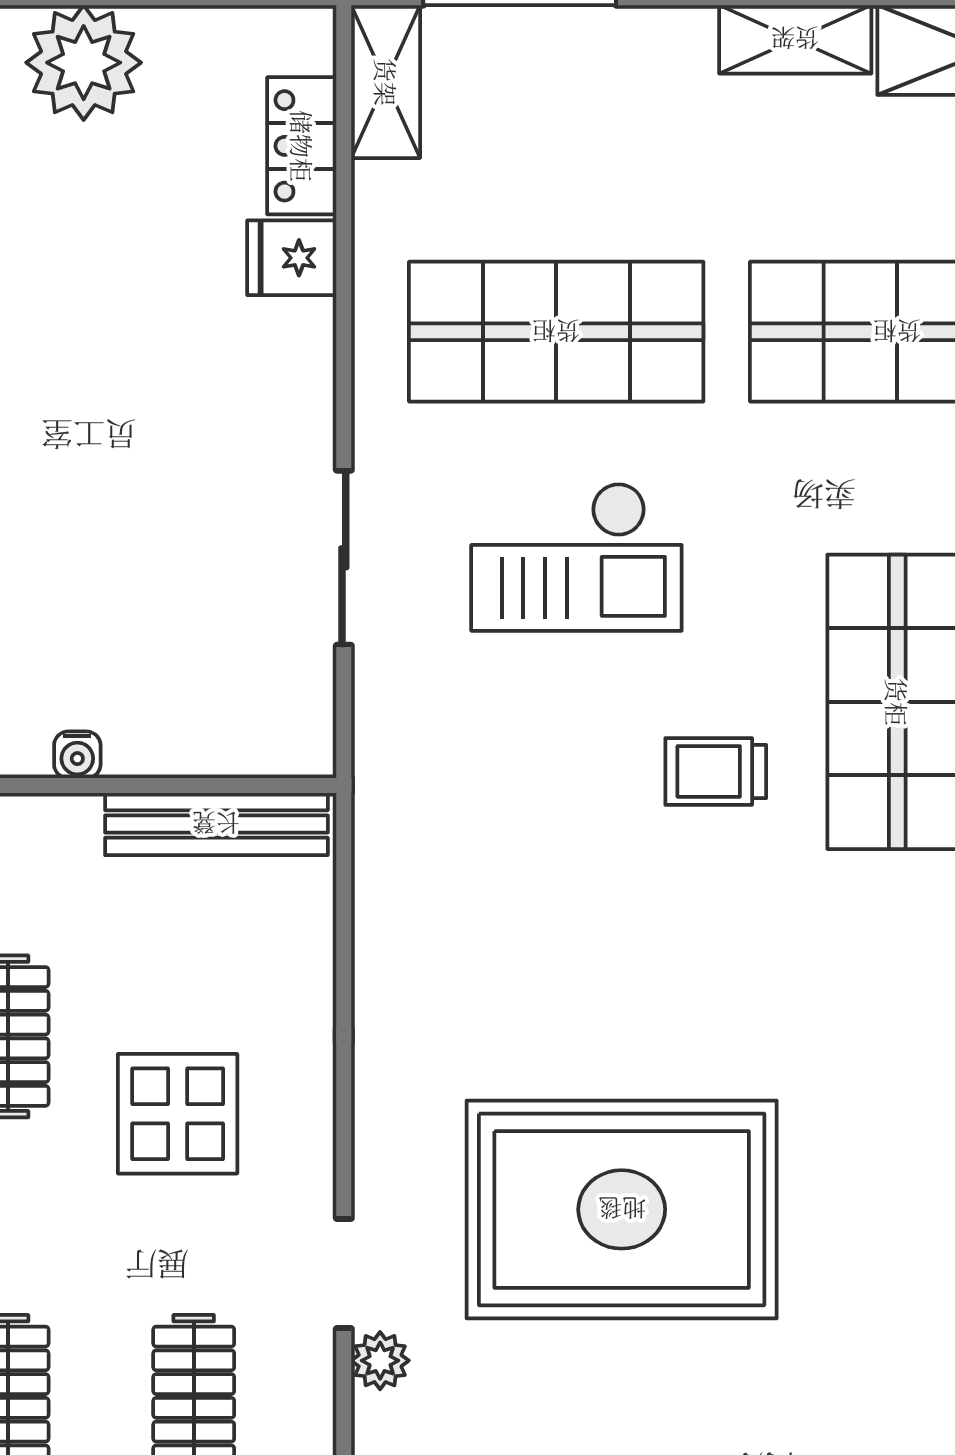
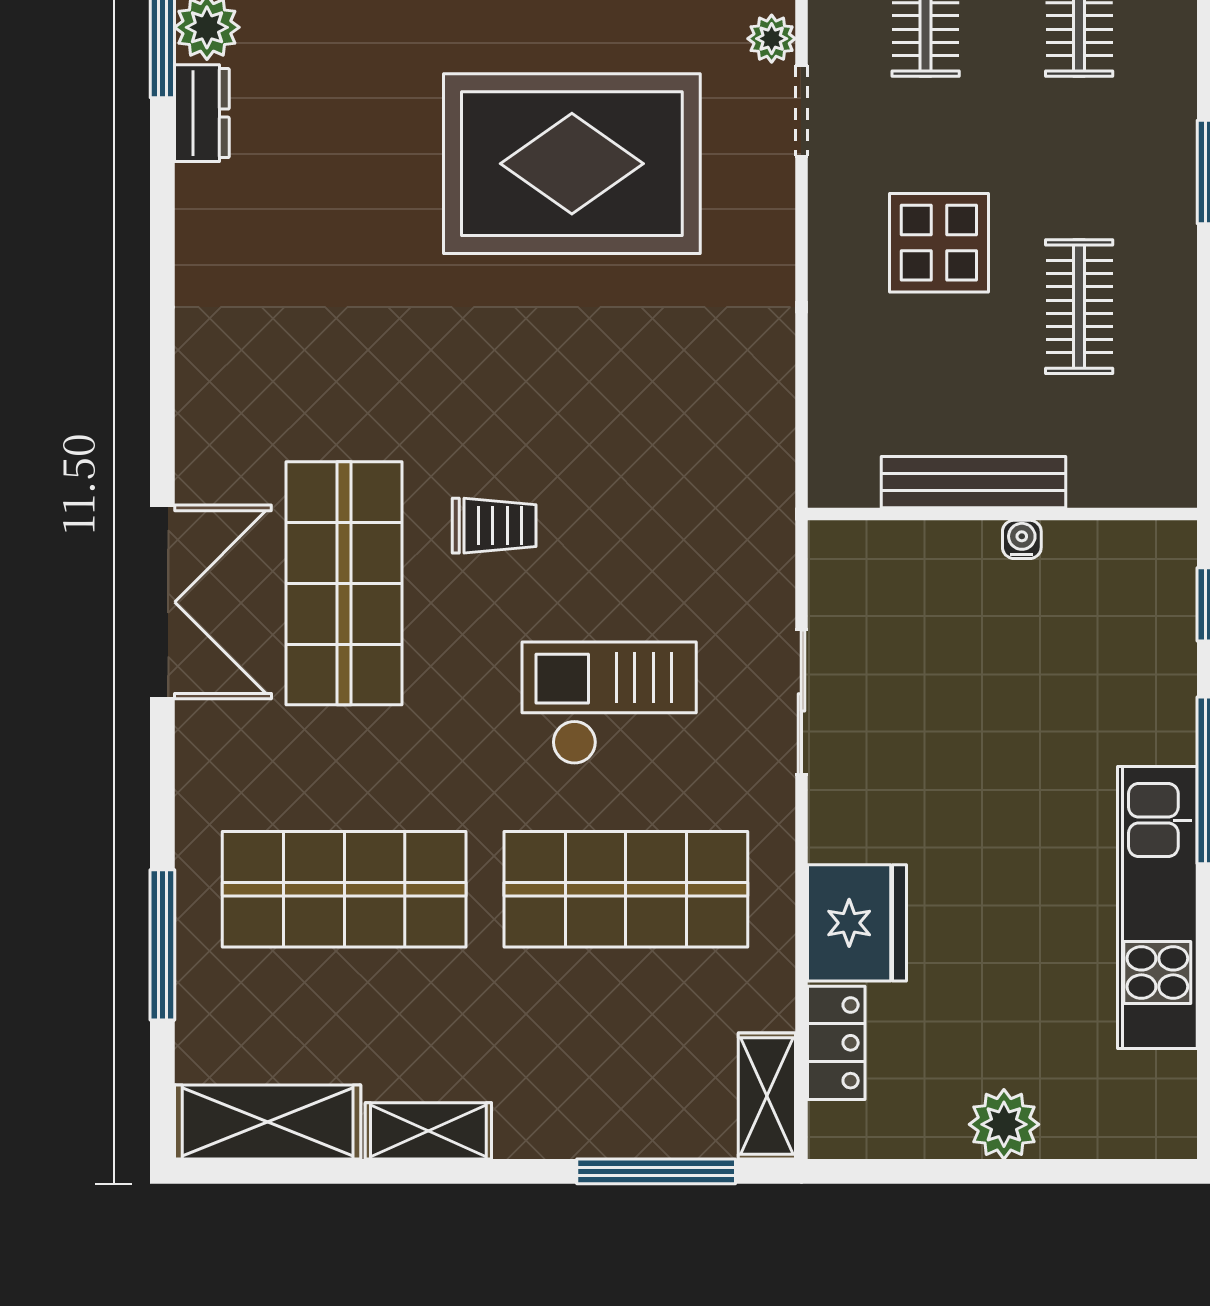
plant: (84, 63) -> (1004, 1124), width x0.73, depth x0.73
fridge: (292, 258) -> (857, 923), width x1.88, depth x1.34
bench: (216, 824) -> (974, 482), moved

